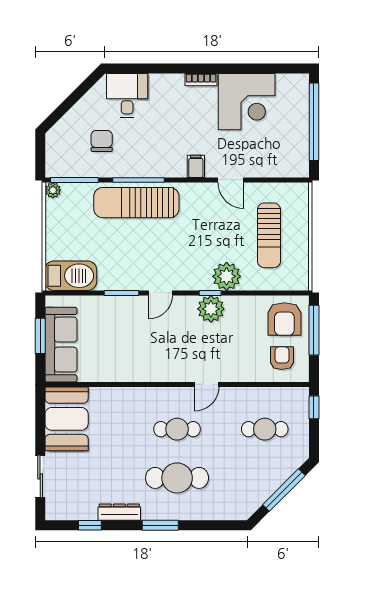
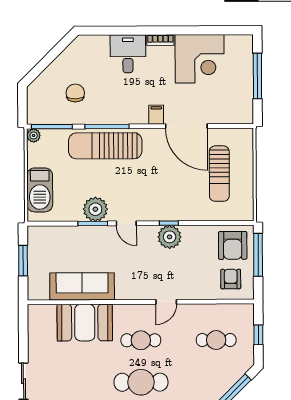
desk: (127, 95) -> (128, 54), moved
window: (314, 122) -> (257, 76), width x0.68
door: (231, 180) -> (186, 126), width x1.88
barbecue: (71, 276) -> (40, 190), moved, turned 90
plant: (227, 276) -> (95, 209), moved
door: (161, 293) -> (126, 223), hinge flipped
sofa: (61, 345) -> (82, 286), moved, turned -90
window: (314, 407) -> (258, 335), moved
booth: (67, 419) -> (85, 323), moved, turned 90

